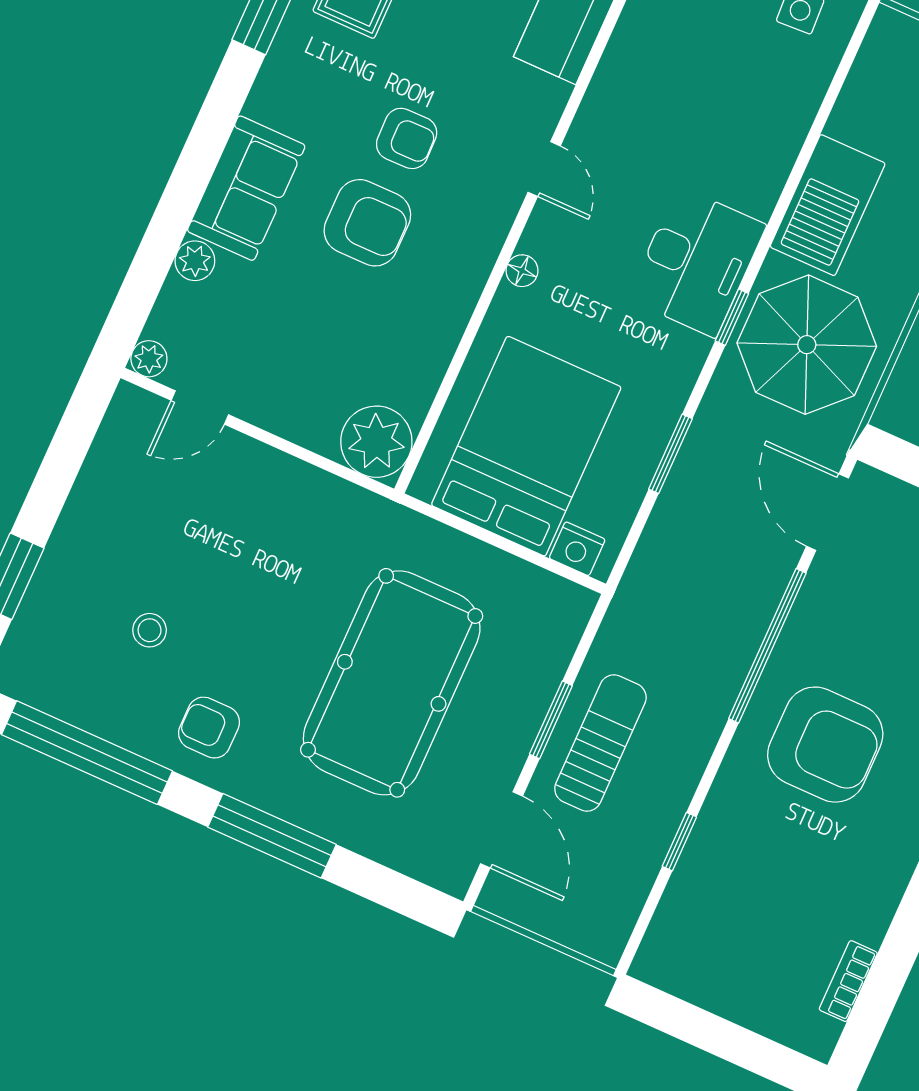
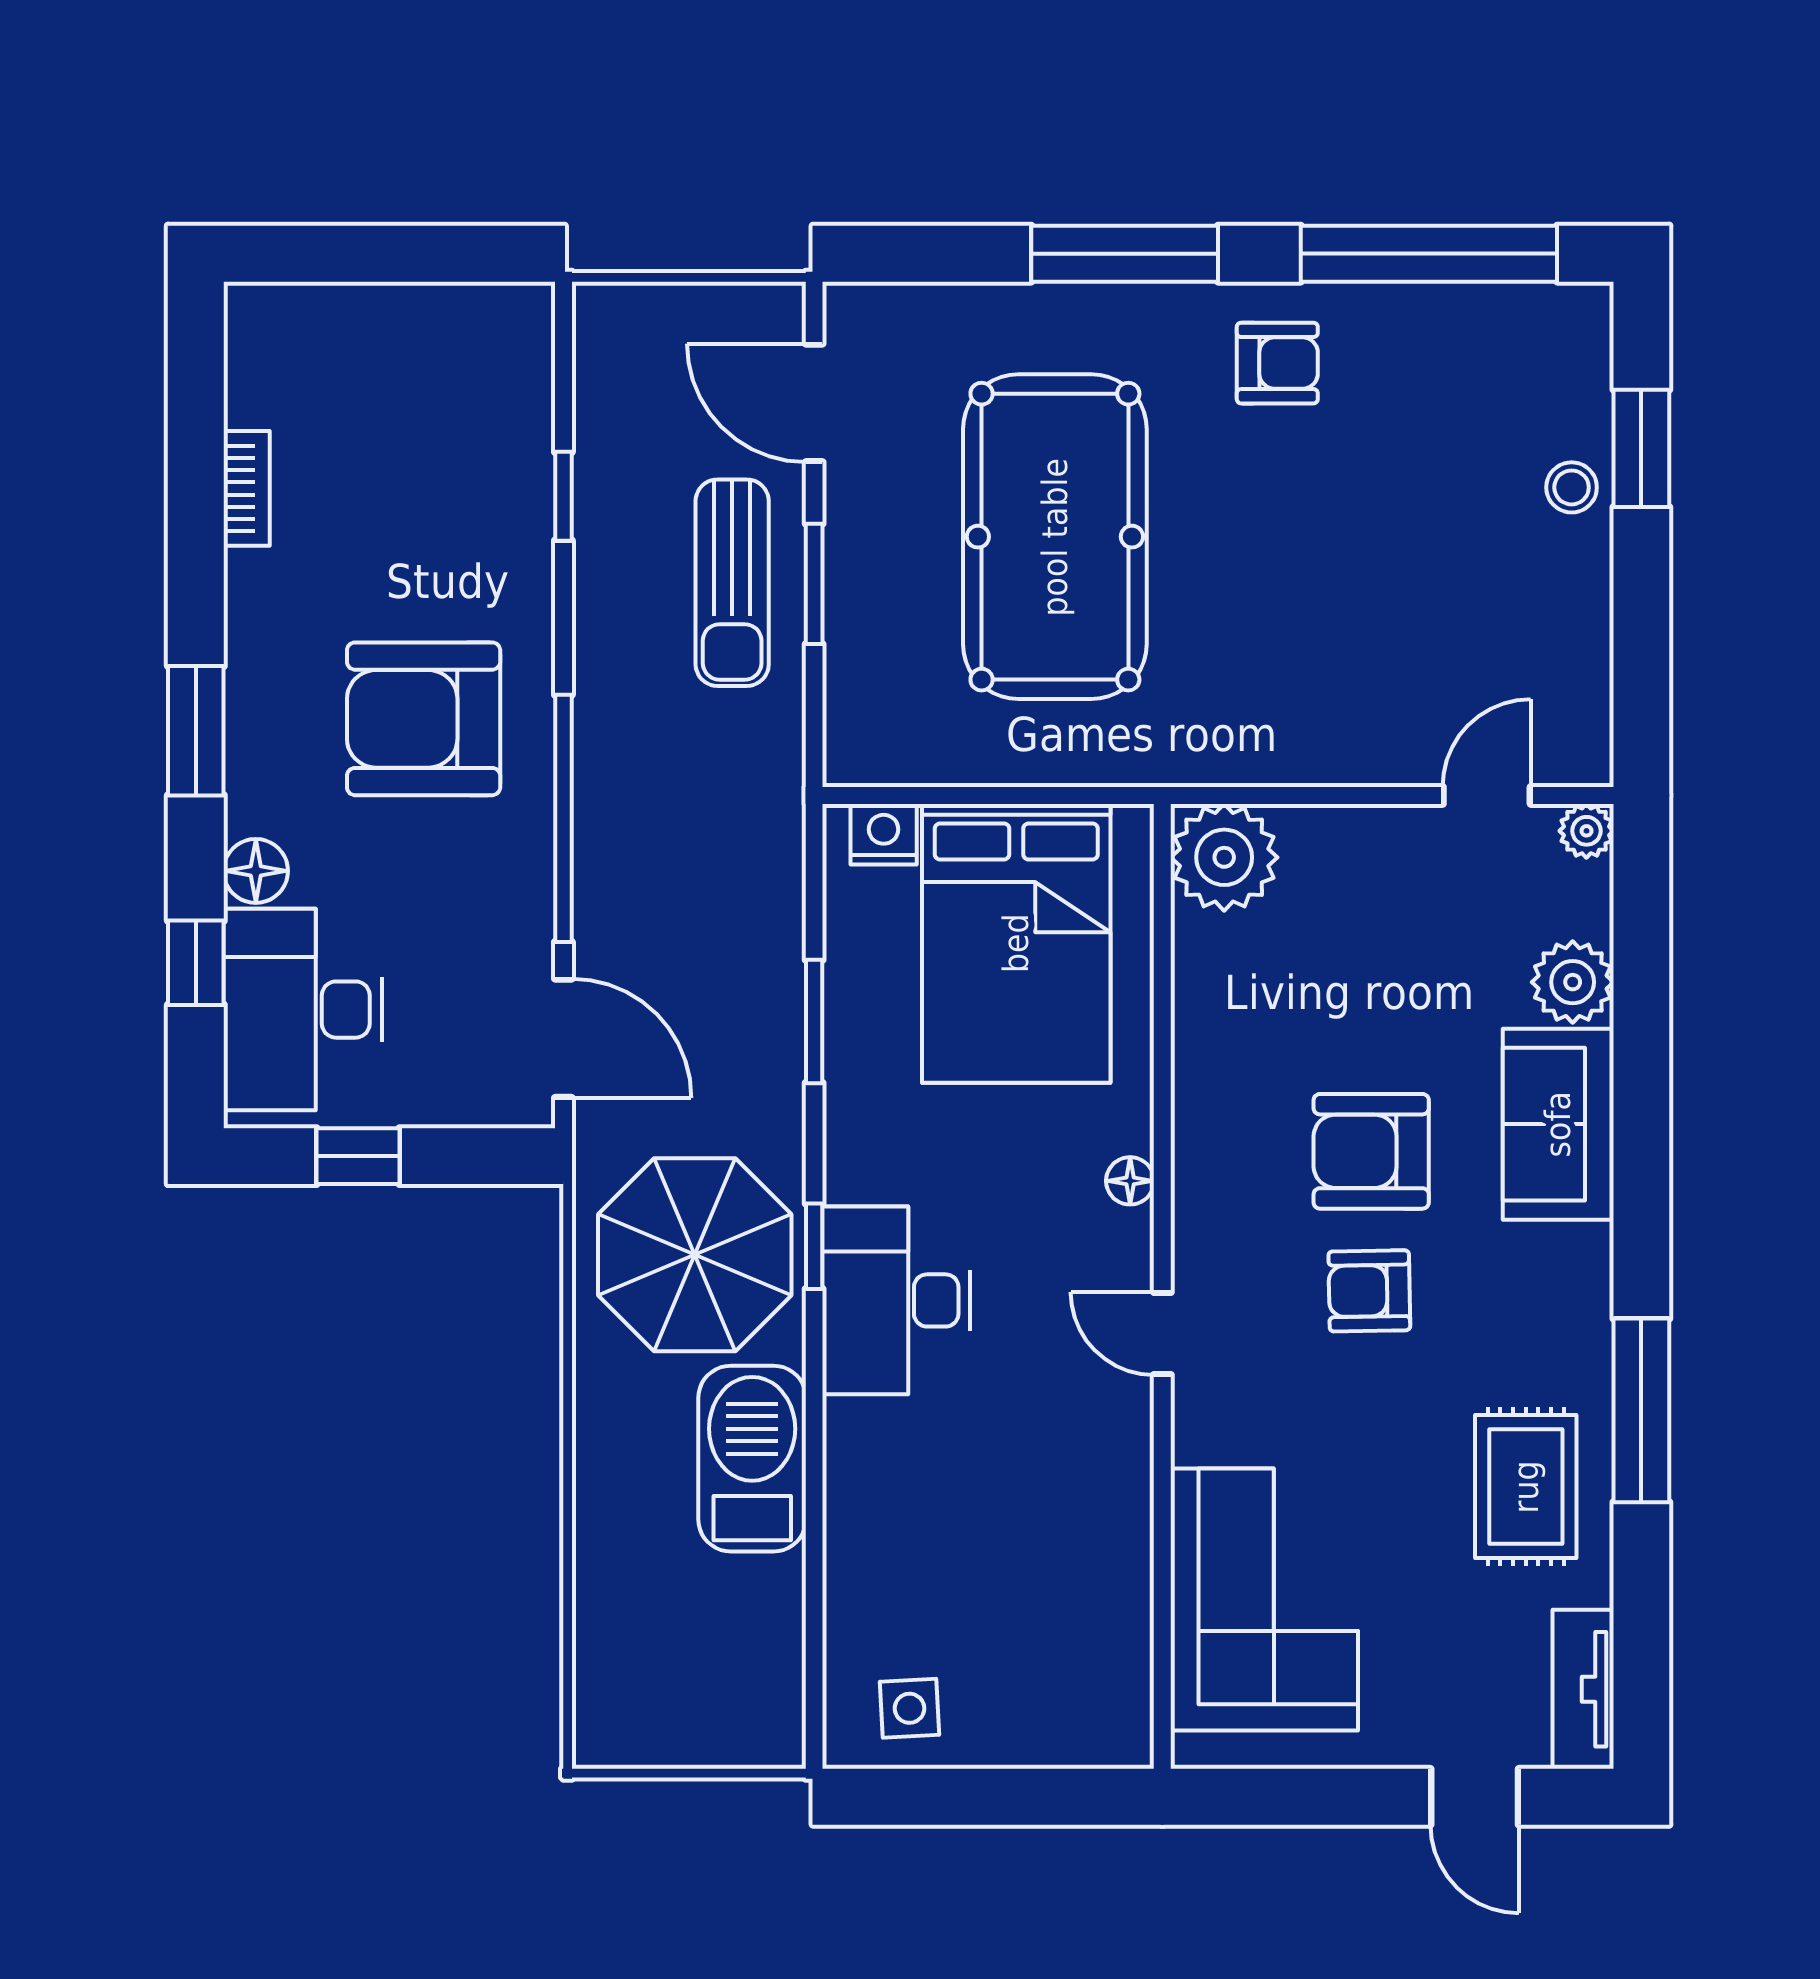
plant: (195, 261) -> (1573, 982), width x1.38, depth x1.38
stool: (150, 630) -> (1572, 487), moved
bookcase: (848, 981) -> (247, 488), moved

